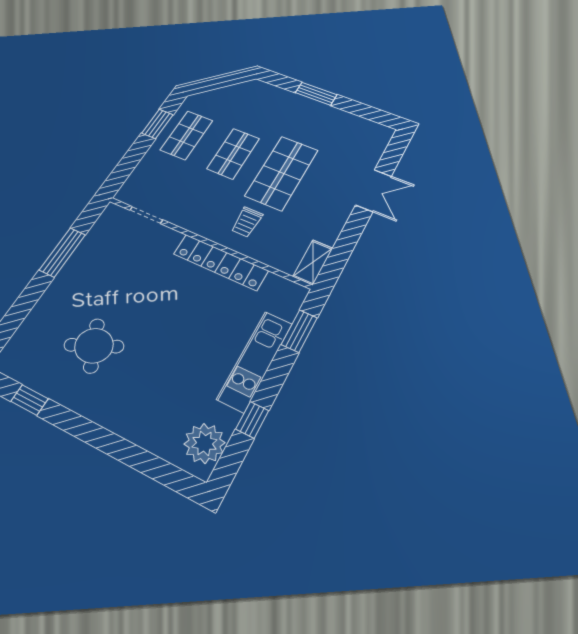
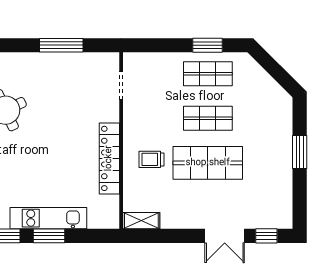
window: (393, 154) -> (266, 236), added
window: (299, 331) -> (49, 236), moved

